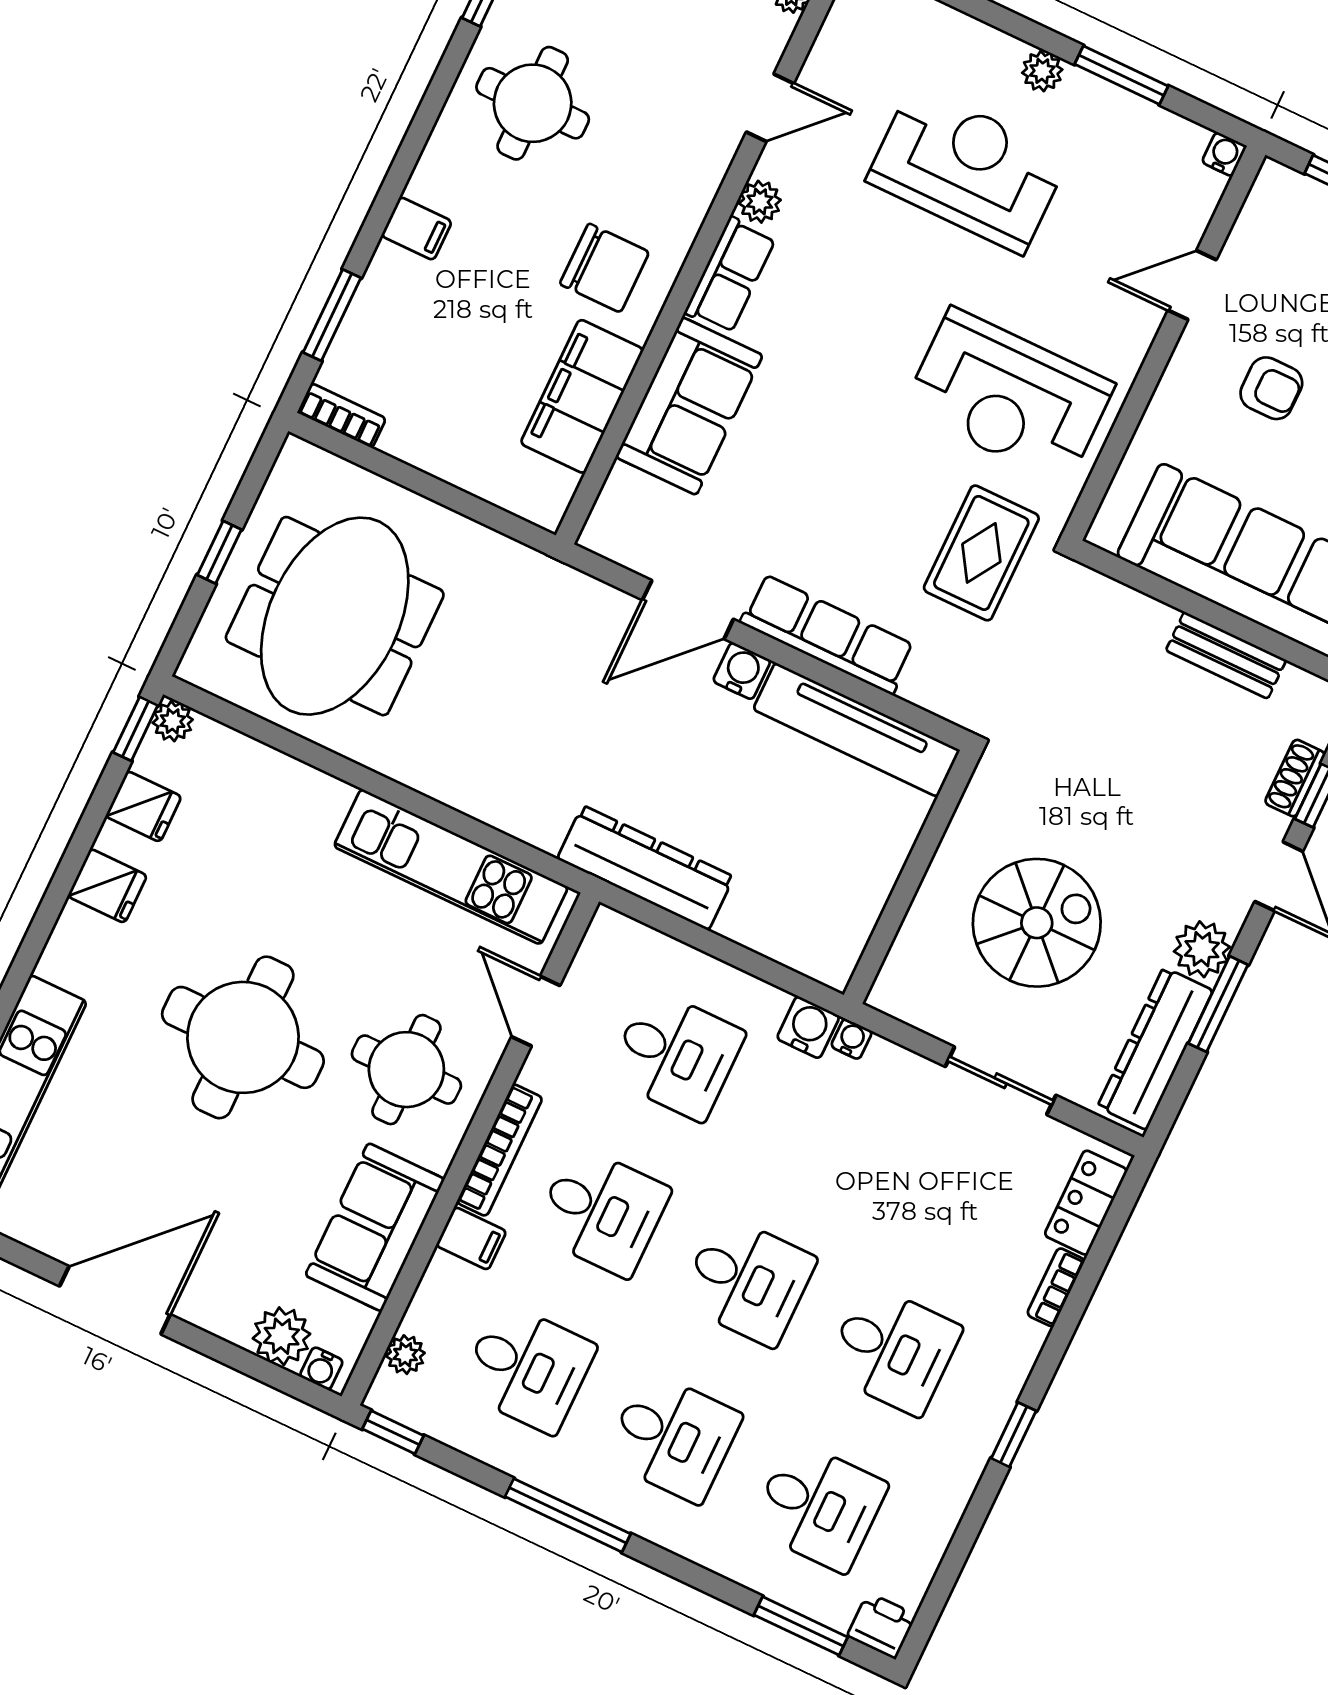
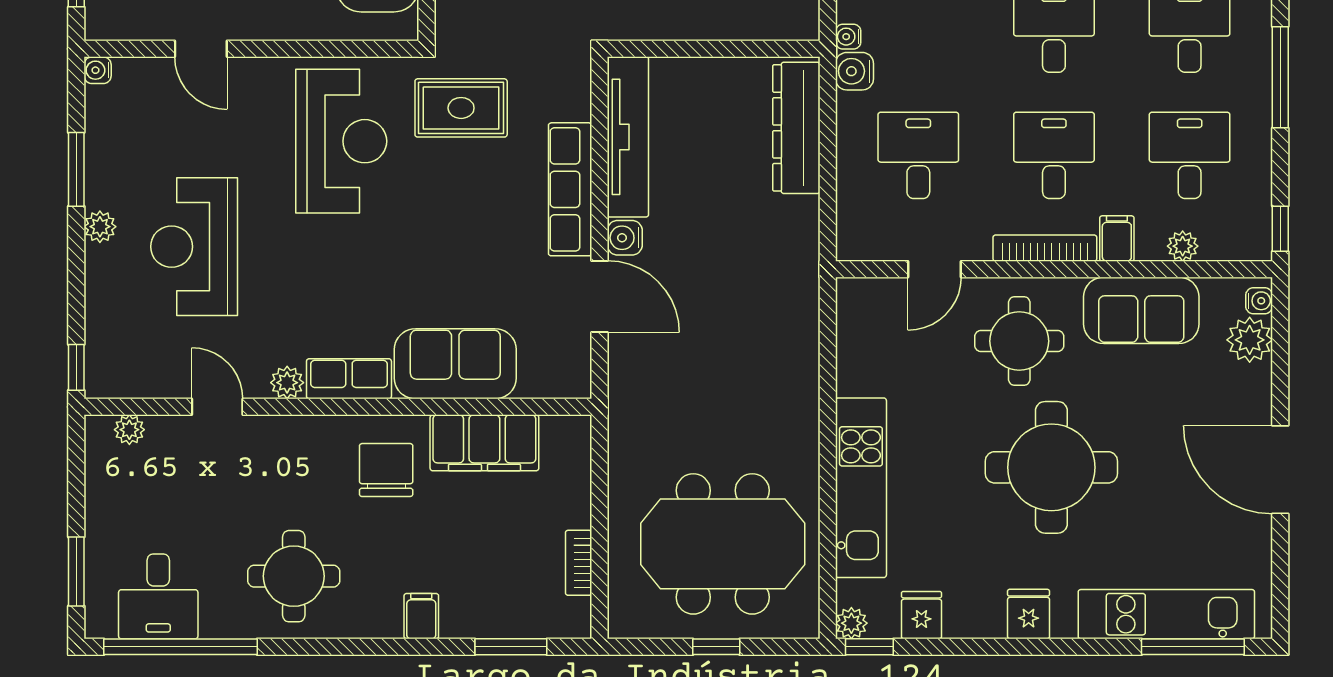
bookcase: (342, 415) -> (579, 563), moved
kitchen unit: (451, 867) -> (861, 488), moved
dresser: (646, 868) -> (796, 128), moved
fridge: (107, 886) -> (1029, 614), moved
plant: (405, 1355) -> (1183, 246), moved

